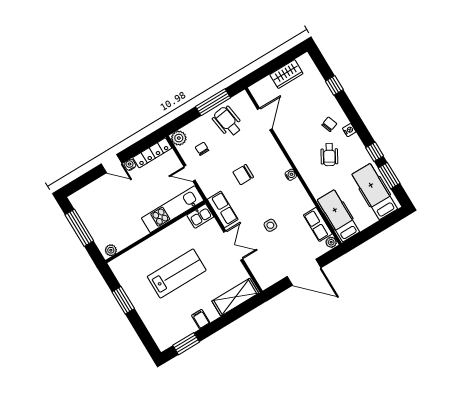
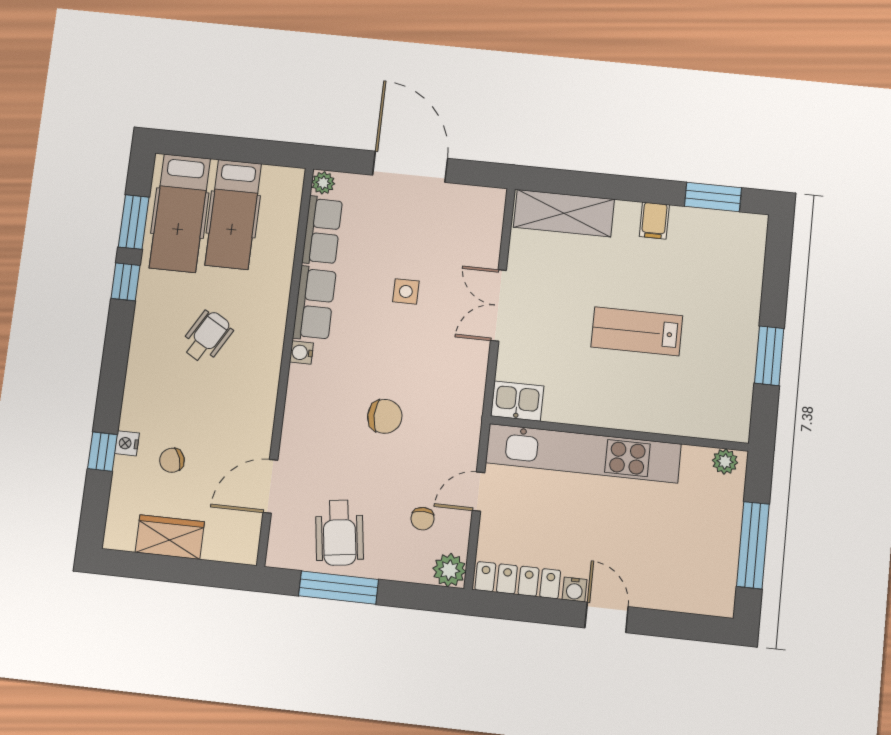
chair: (329, 124) -> (172, 460), moved
nightstand: (349, 130) -> (127, 443), moved
door: (190, 173) -> (479, 492), swing flipped
kitchen unit: (173, 209) -> (583, 453), width x1.36
row of seats: (223, 209) -> (314, 304), moved, turned 180
hospital bed: (338, 216) -> (233, 214), moved
lab bench: (177, 273) -> (637, 331), width x0.73, depth x0.72

